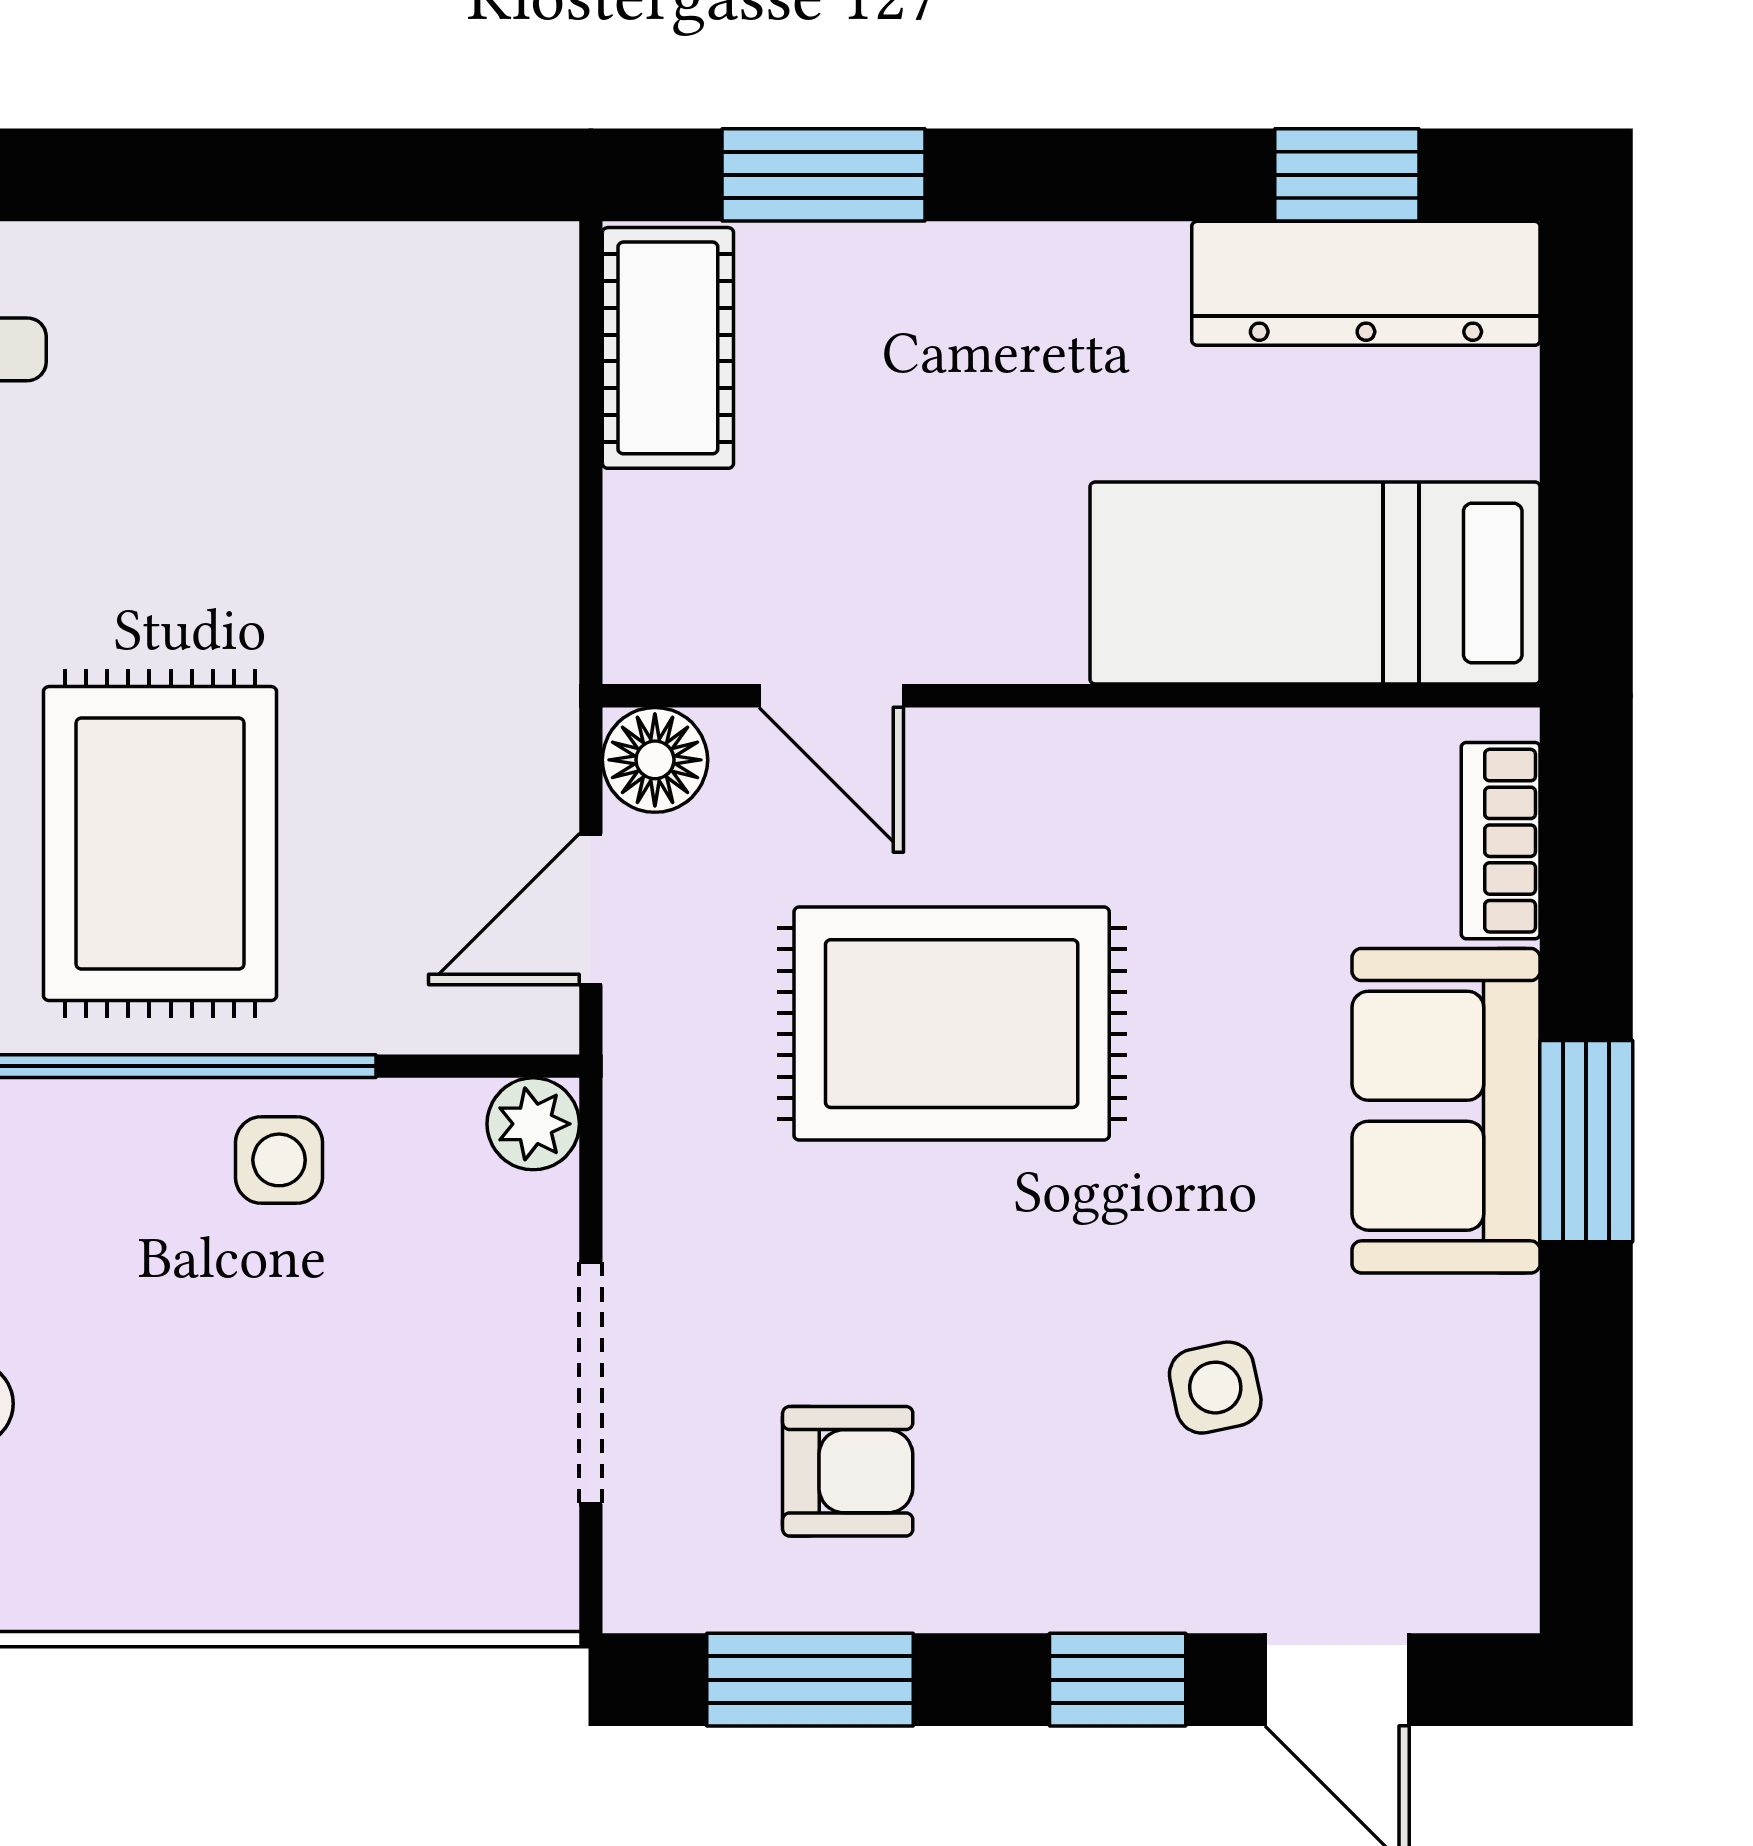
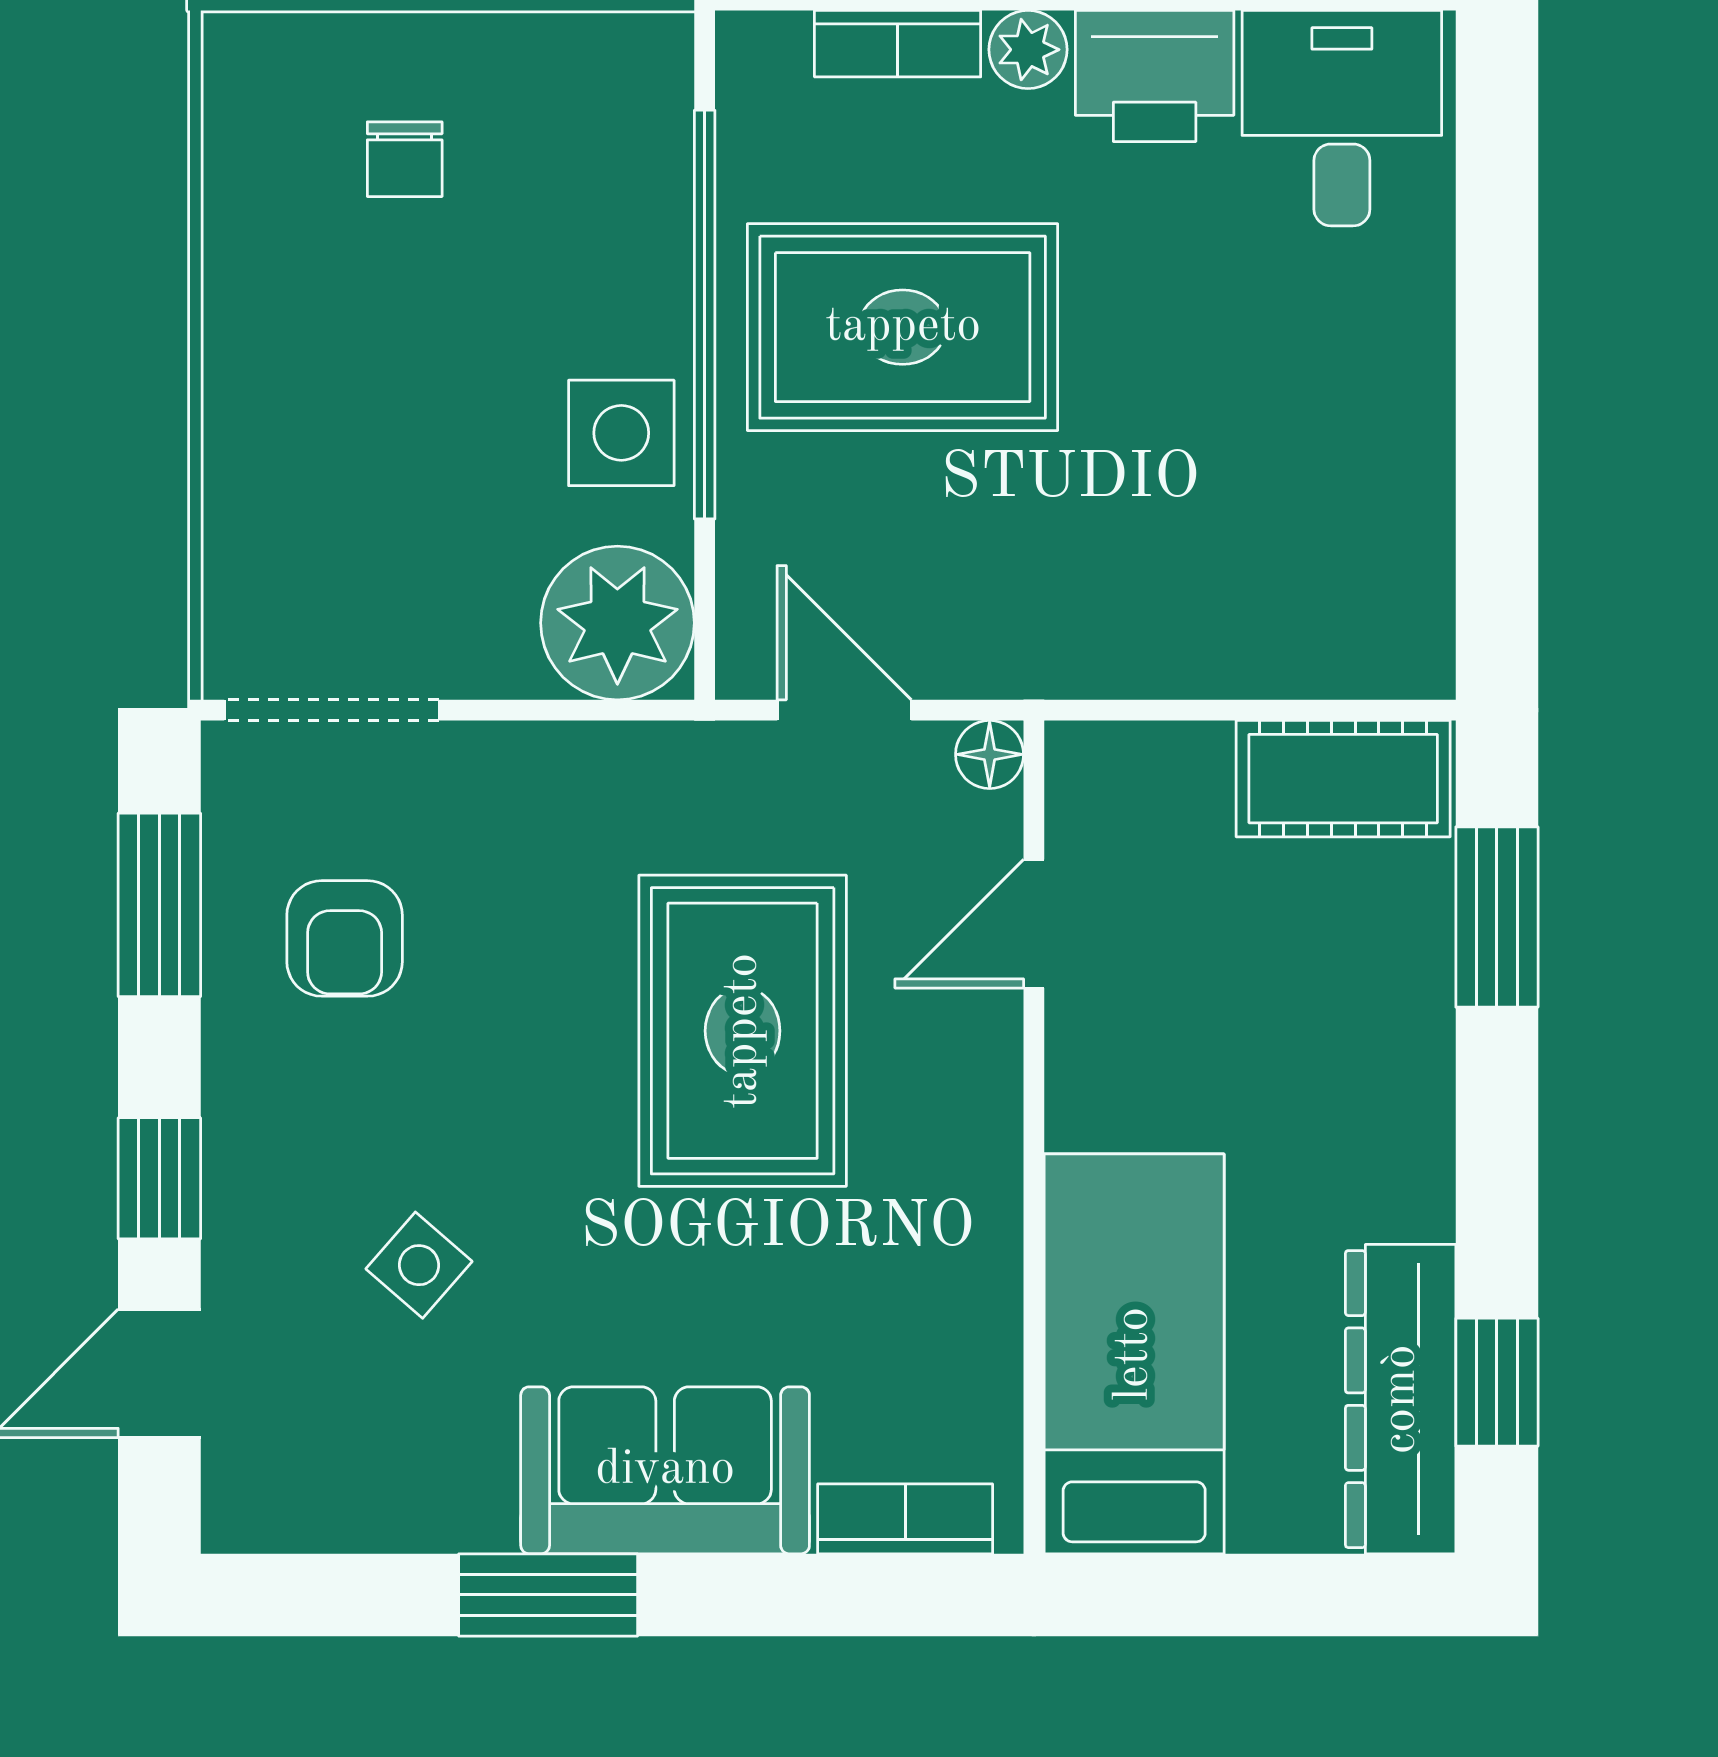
floor lamp: (655, 760) -> (990, 754), width x0.73, depth x0.73
plant: (533, 1124) -> (617, 623), width x1.87, depth x1.87
window: (1586, 1141) -> (548, 1595), moved
side table: (279, 1160) -> (621, 433), width x1.37, depth x1.37
doorway: (591, 1383) -> (332, 710), moved
side table: (1215, 1388) -> (419, 1265), turned -37

